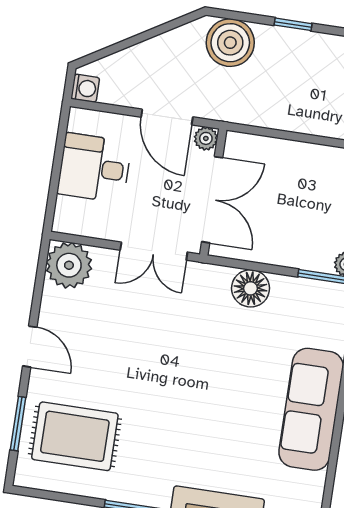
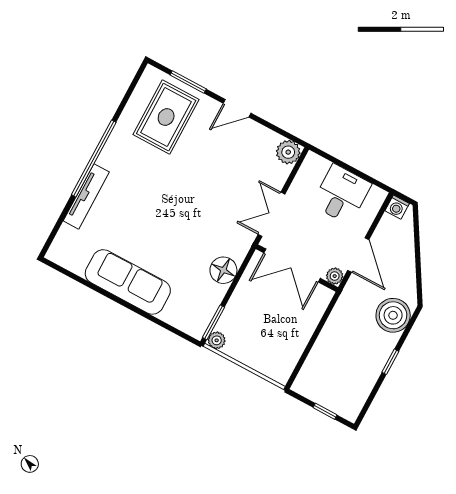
door: (167, 117) -> (358, 255), swing flipped
plant: (69, 265) -> (288, 152), width x0.73, depth x0.73

